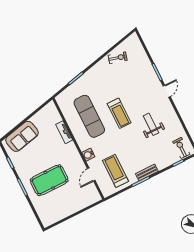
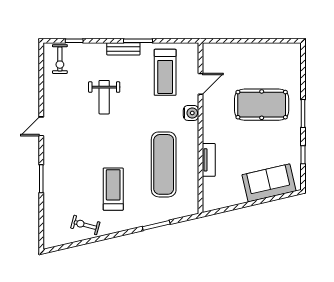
door: (167, 91) -> (41, 126), moved
treadmill: (119, 113) -> (113, 189), moved
weight bench: (151, 124) -> (104, 97), moved

